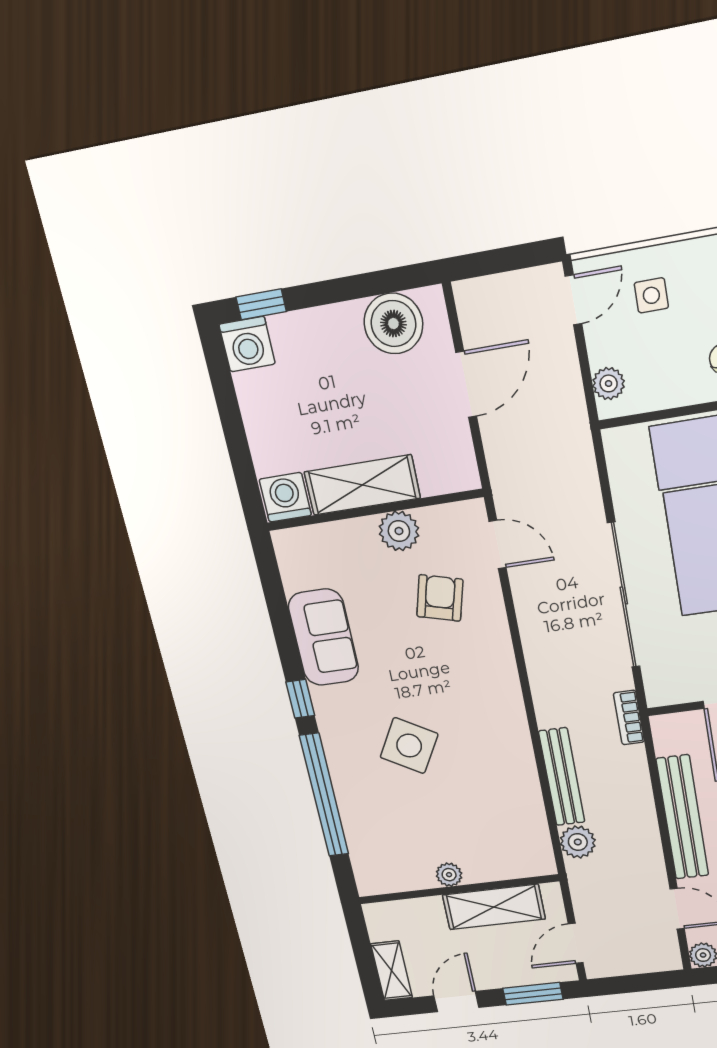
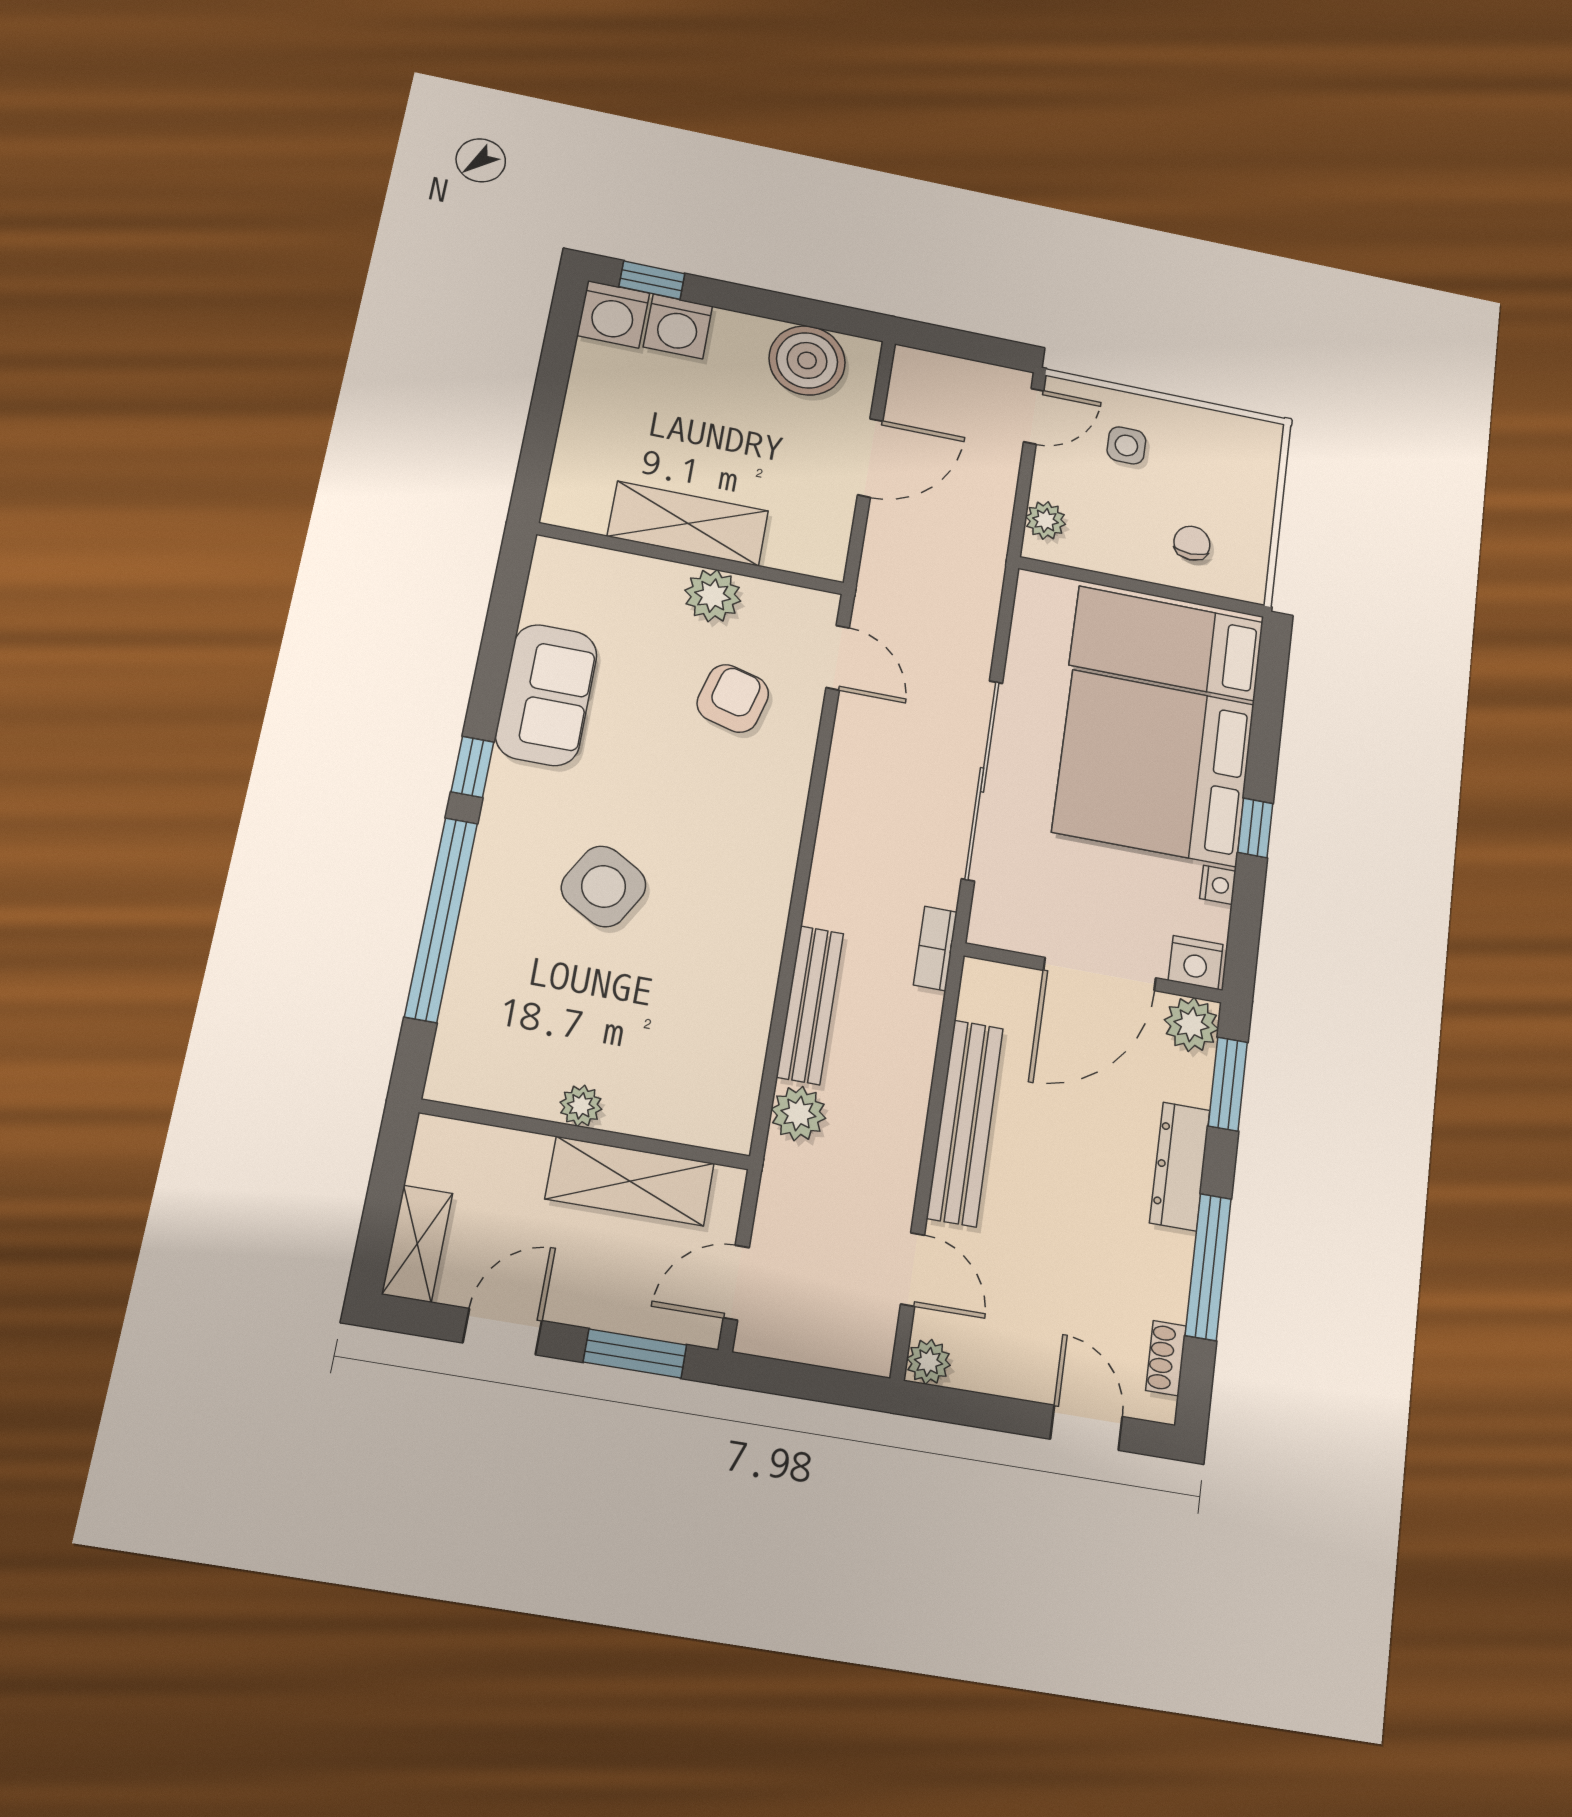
washing machine: (285, 497) -> (678, 326), moved, turned 180

